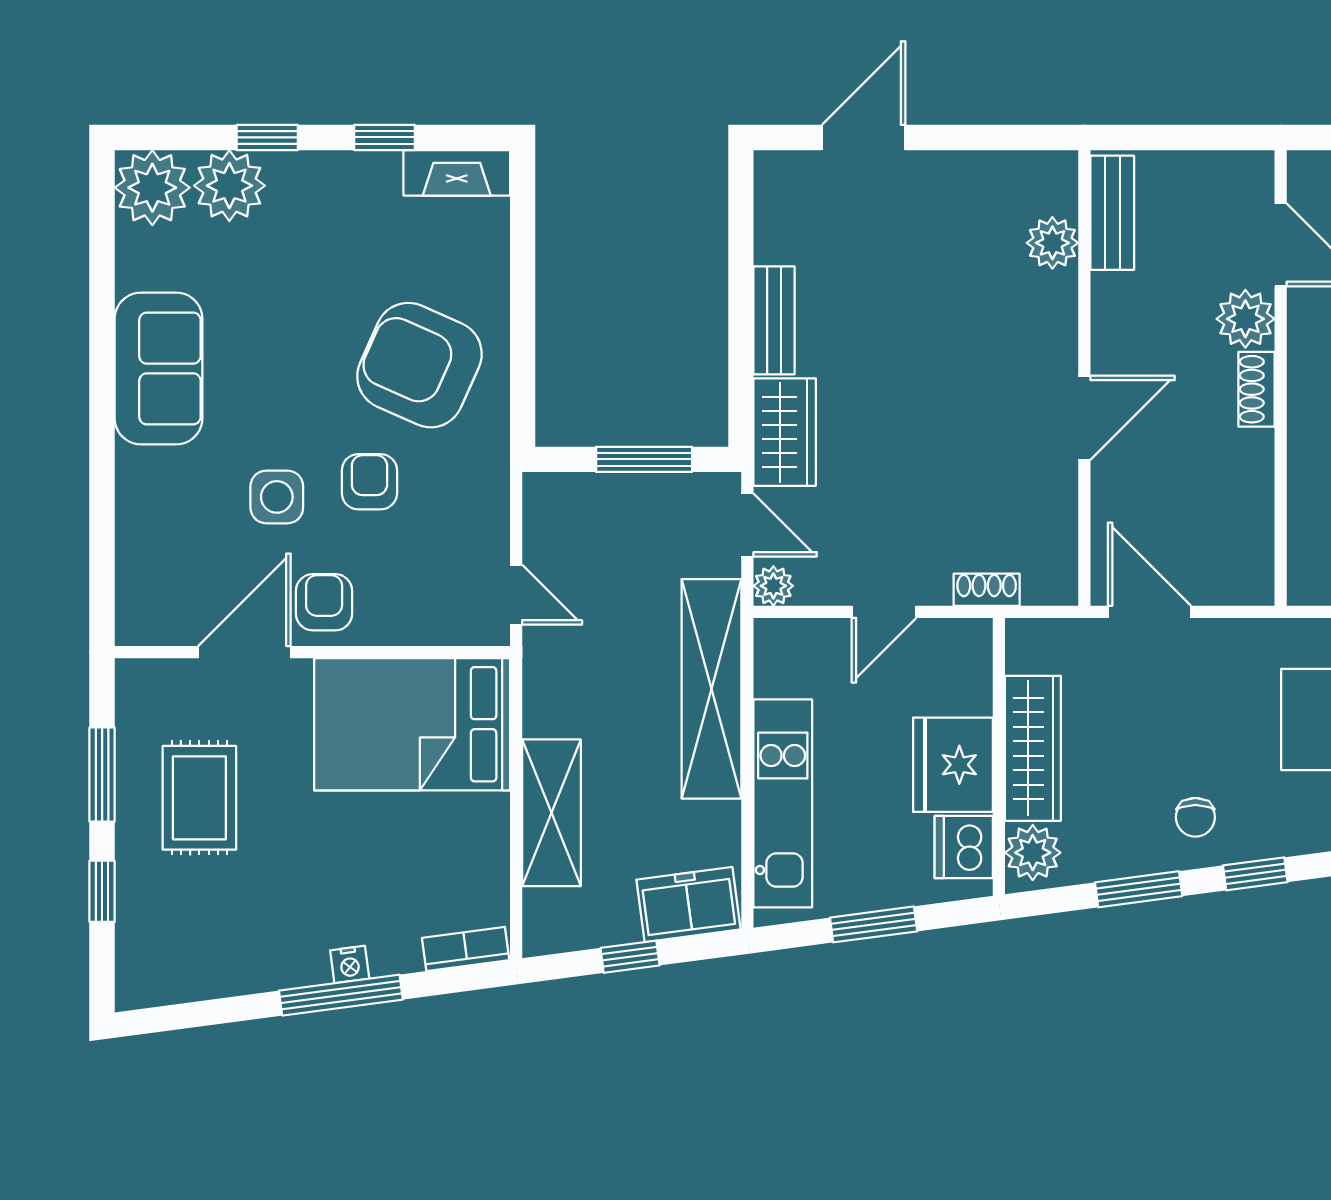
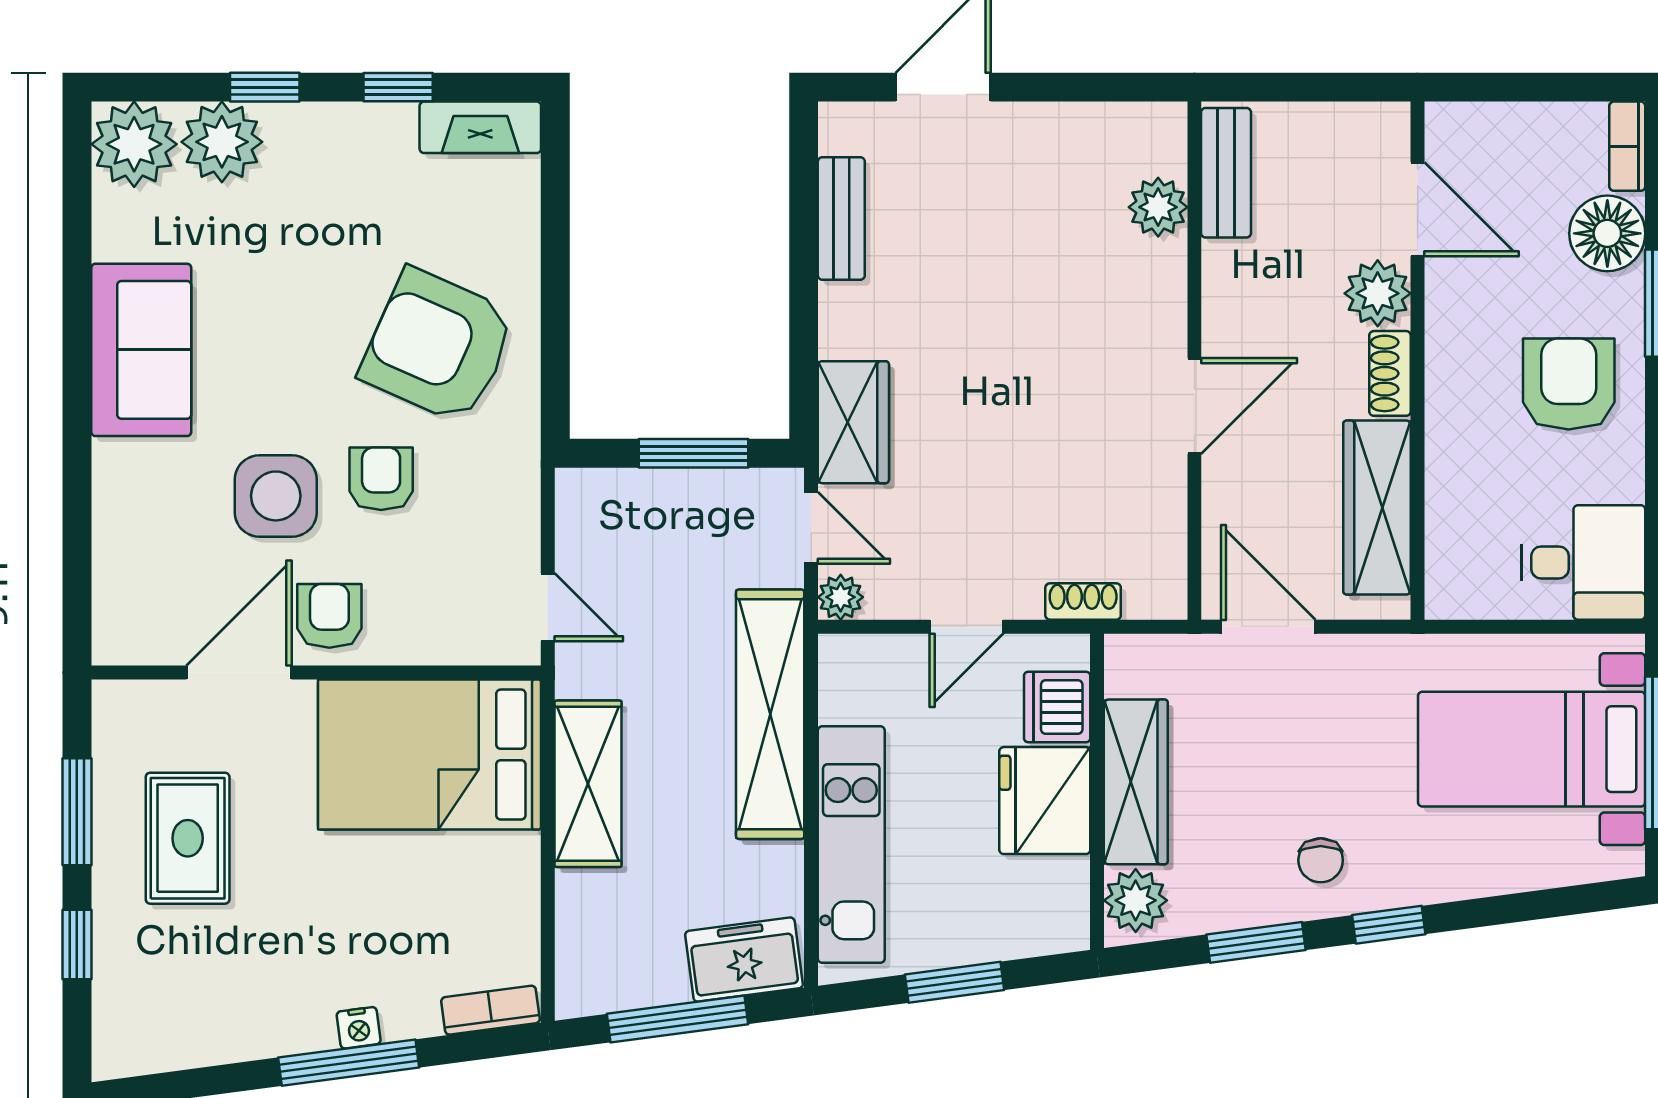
bench: (774, 320) -> (841, 218), moved
side table: (277, 497) -> (276, 496), width x1.37, depth x1.37
wardrobe: (1245, 507) -> (1377, 508), added
shelving: (551, 813) -> (588, 784), moved
dishwasher: (964, 847) -> (1057, 707), moved
window: (630, 957) -> (678, 1019), width x2.17

